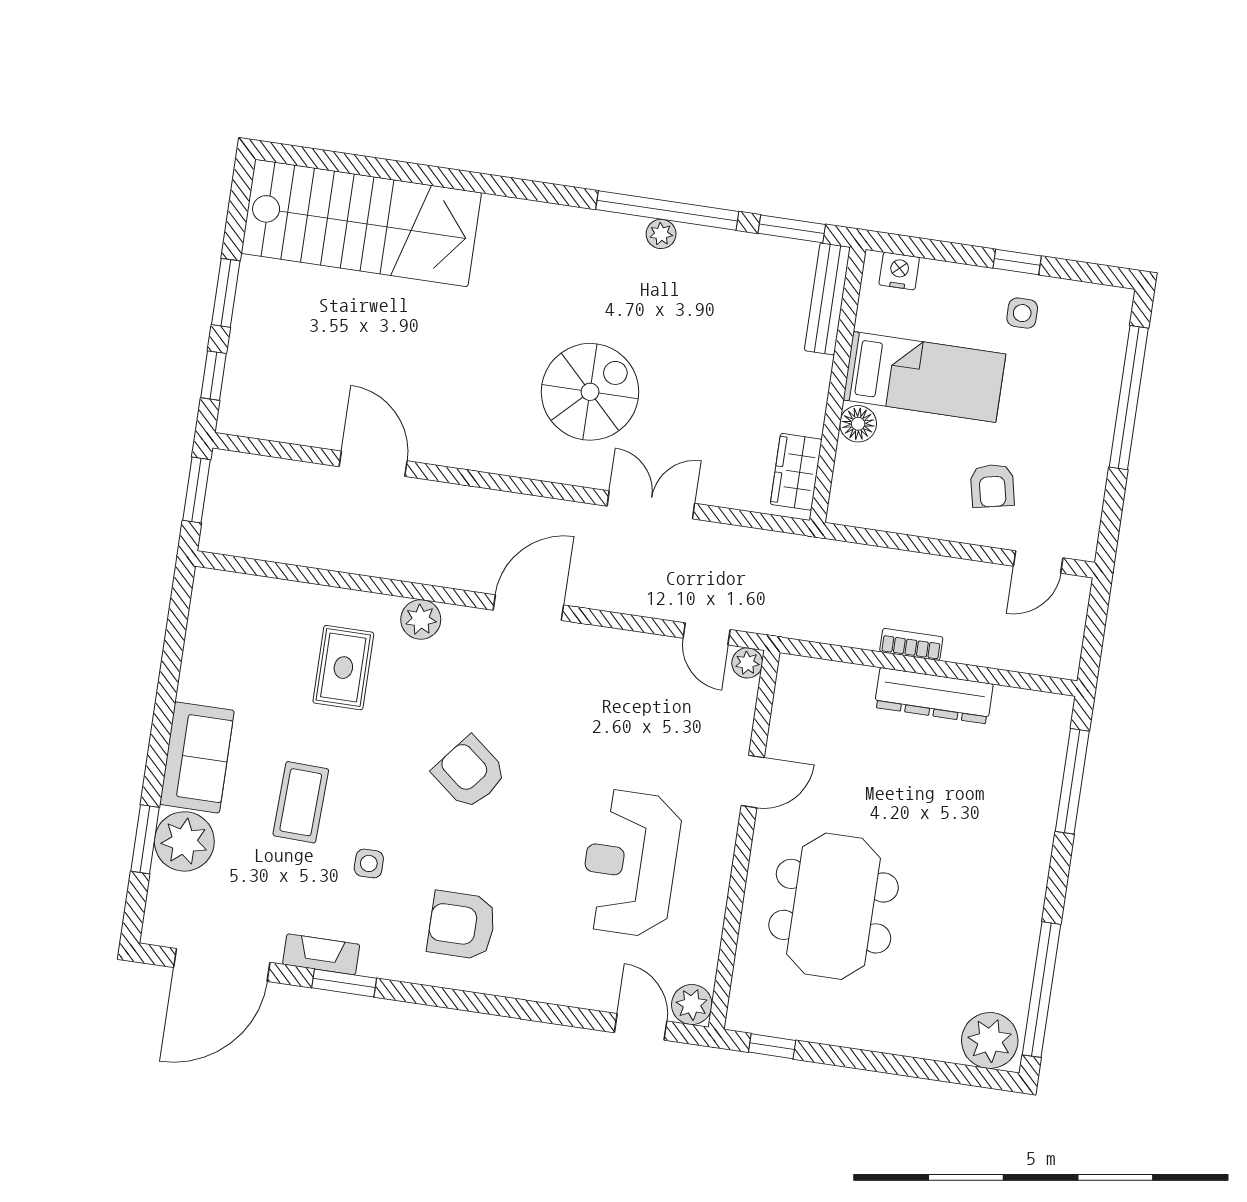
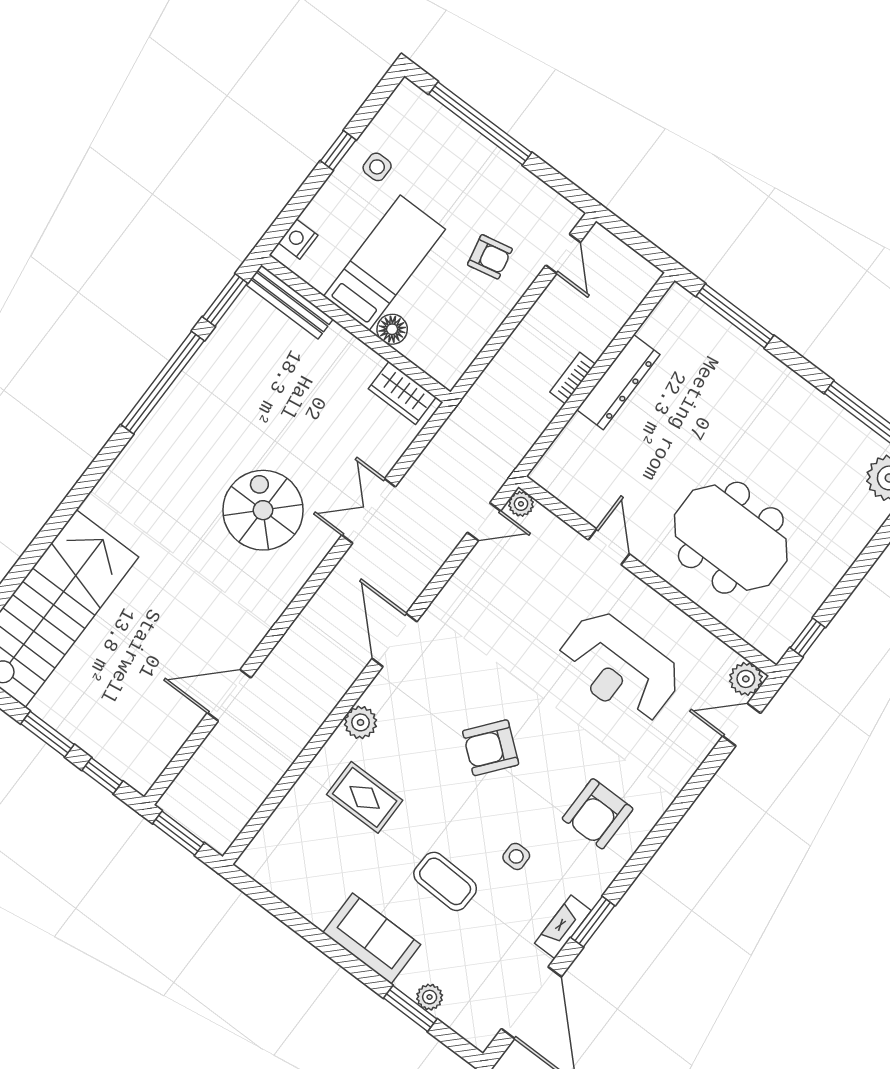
plant: (661, 234) -> (177, 396), removed
plant: (184, 841) -> (430, 997), width x0.53, depth x0.53

